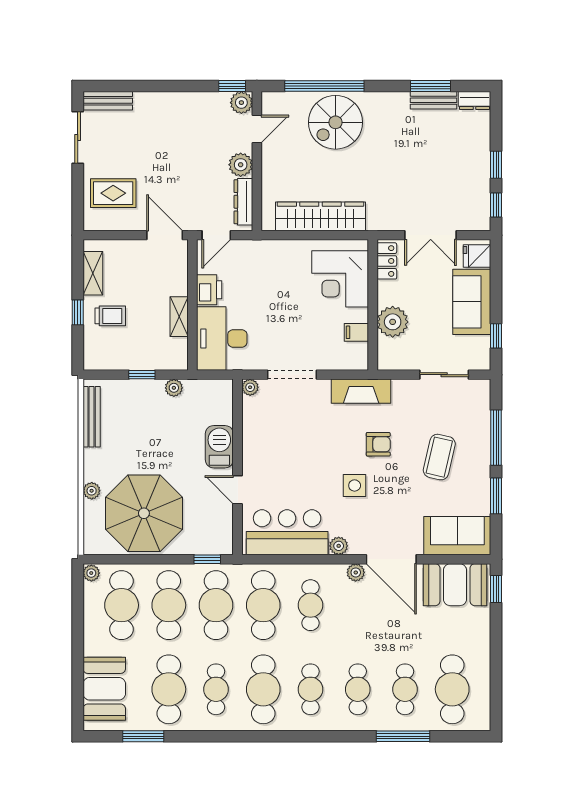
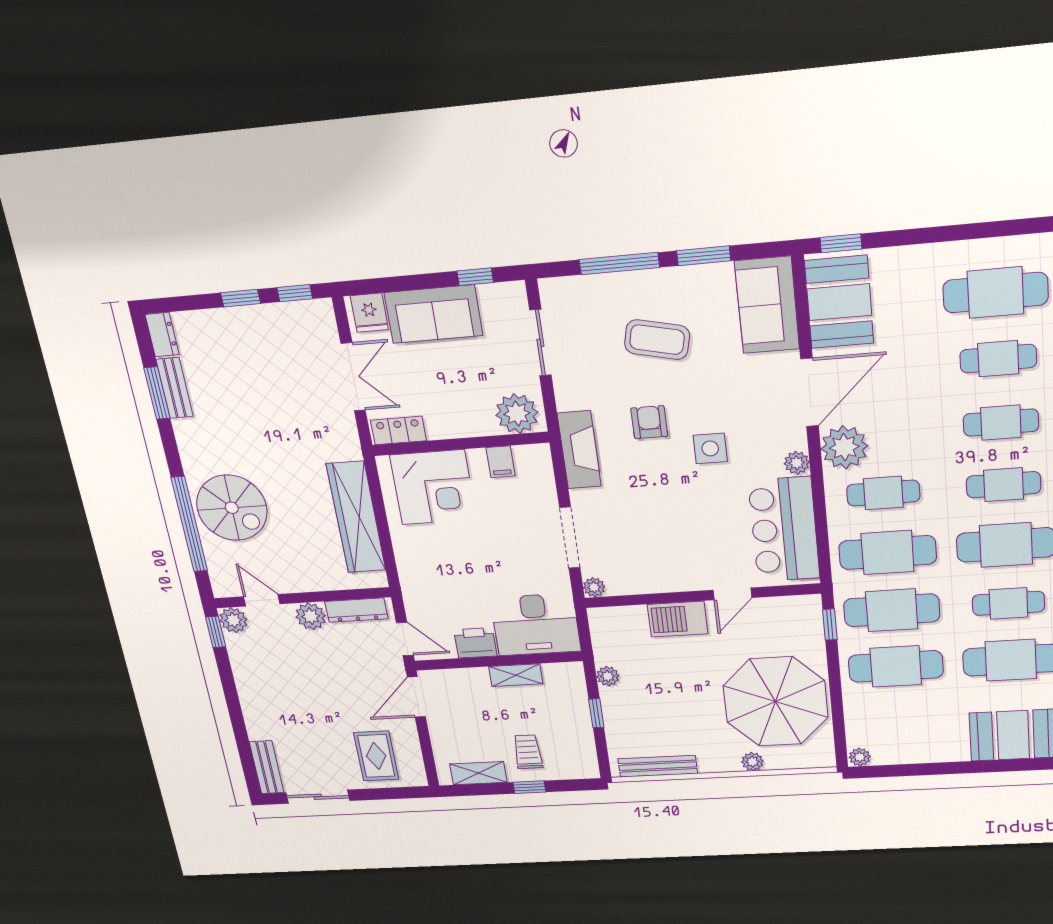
plant: (393, 322) -> (517, 414), moved
plant: (356, 572) -> (844, 447), width x1.87, depth x1.87
cafe table: (122, 605) -> (900, 721), removed

